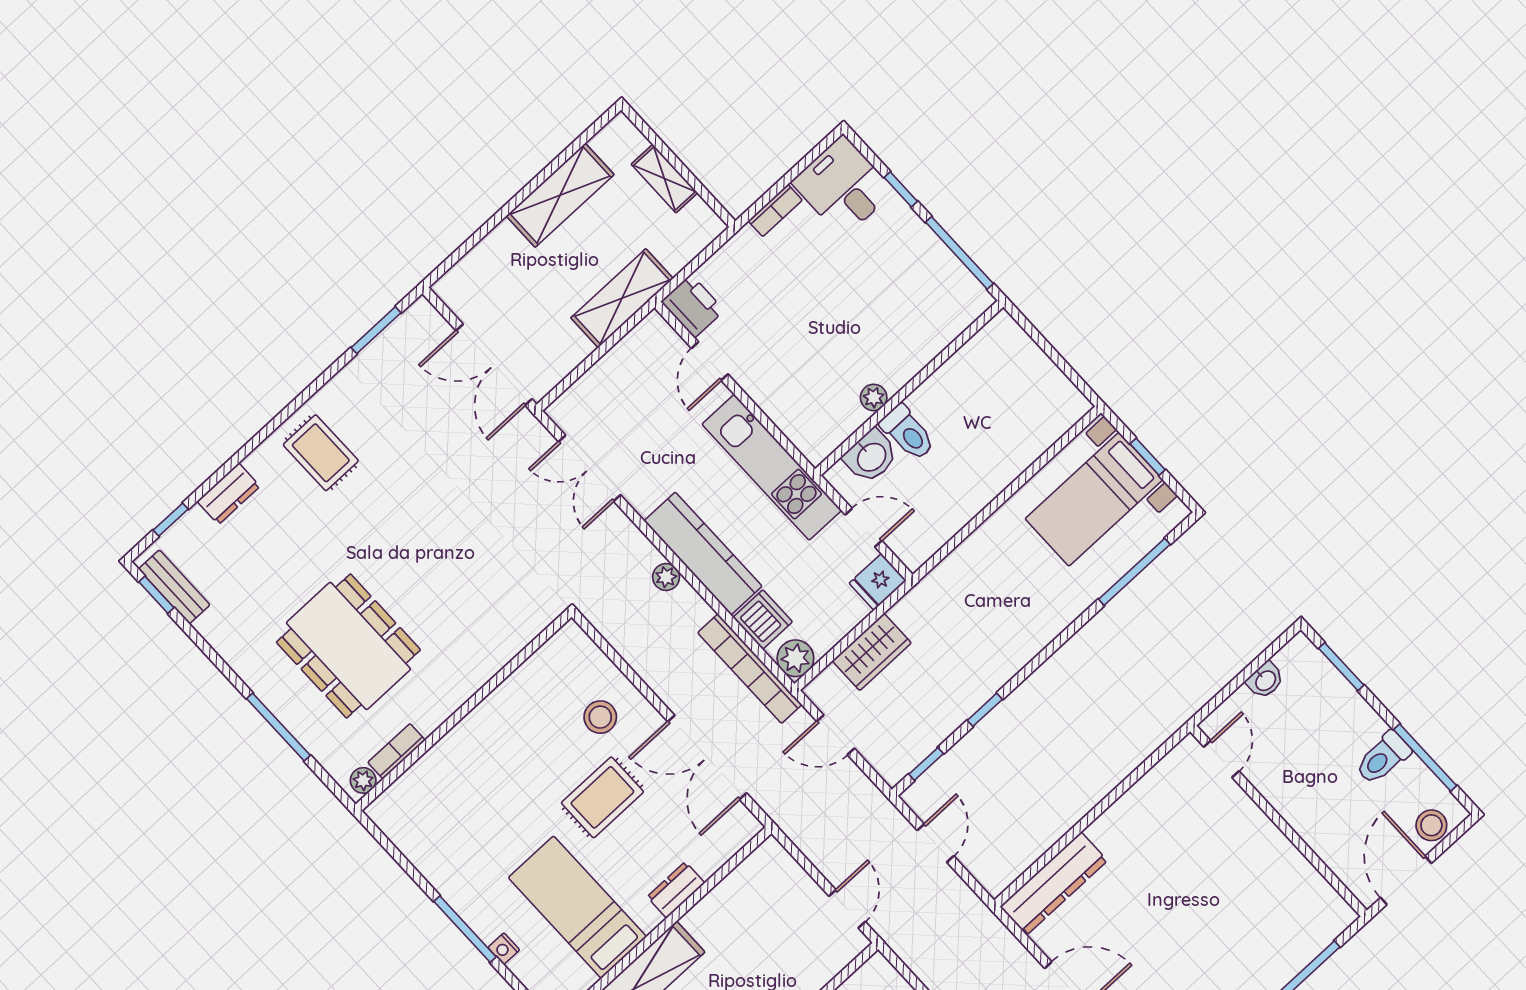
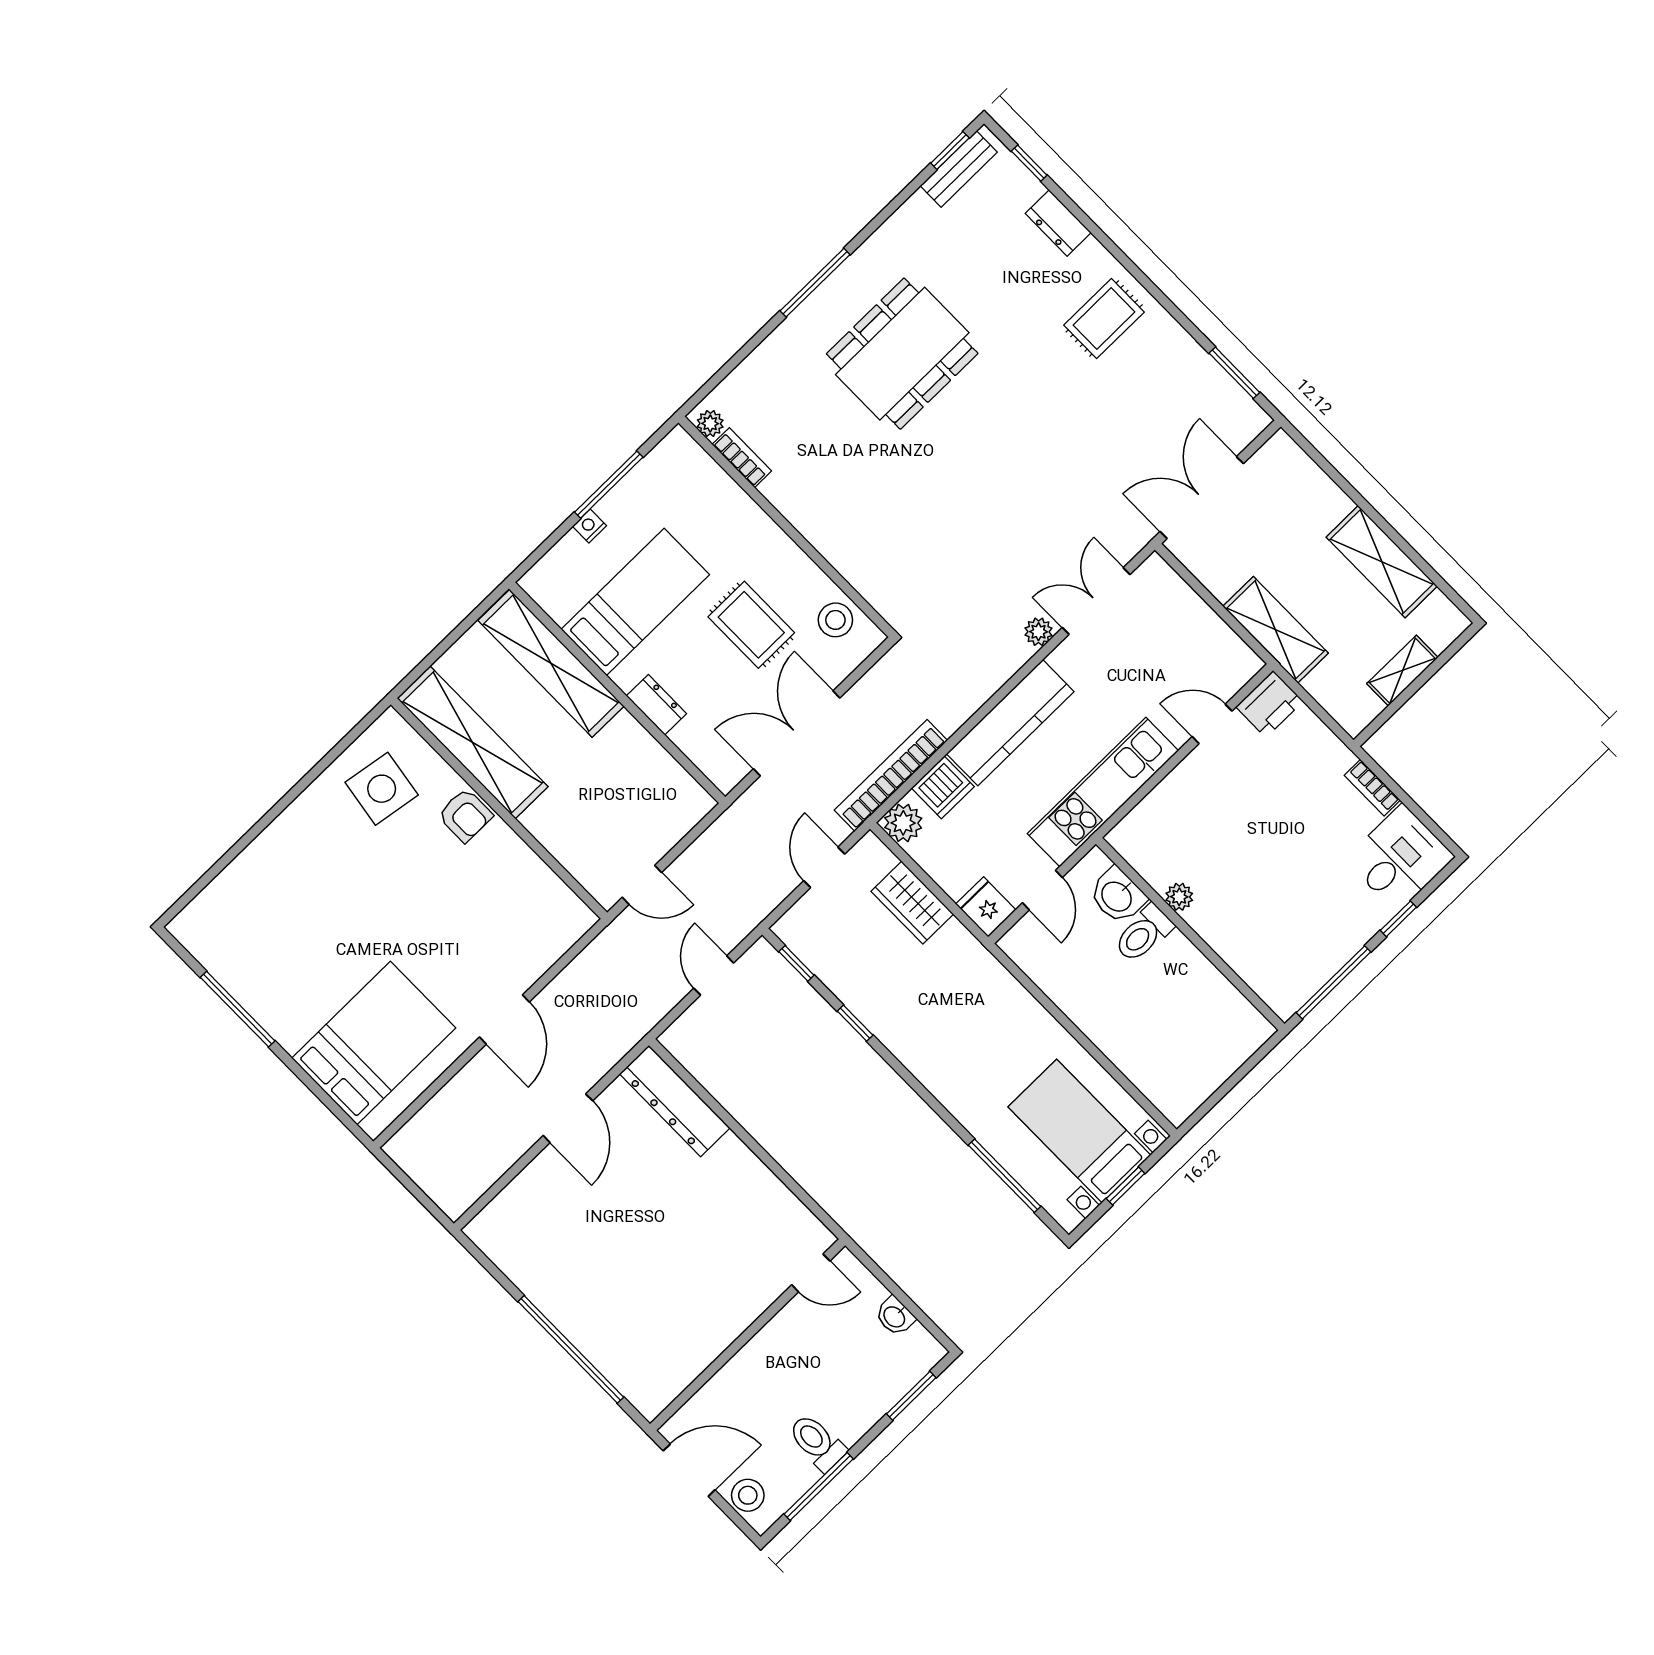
plant: (666, 577) -> (1039, 632), moved
wall: (464, 711) -> (787, 527), moved
bookcase: (397, 751) -> (742, 458), moved
plant: (363, 780) -> (710, 423), moved
door: (936, 843) -> (714, 976), swing flipped

